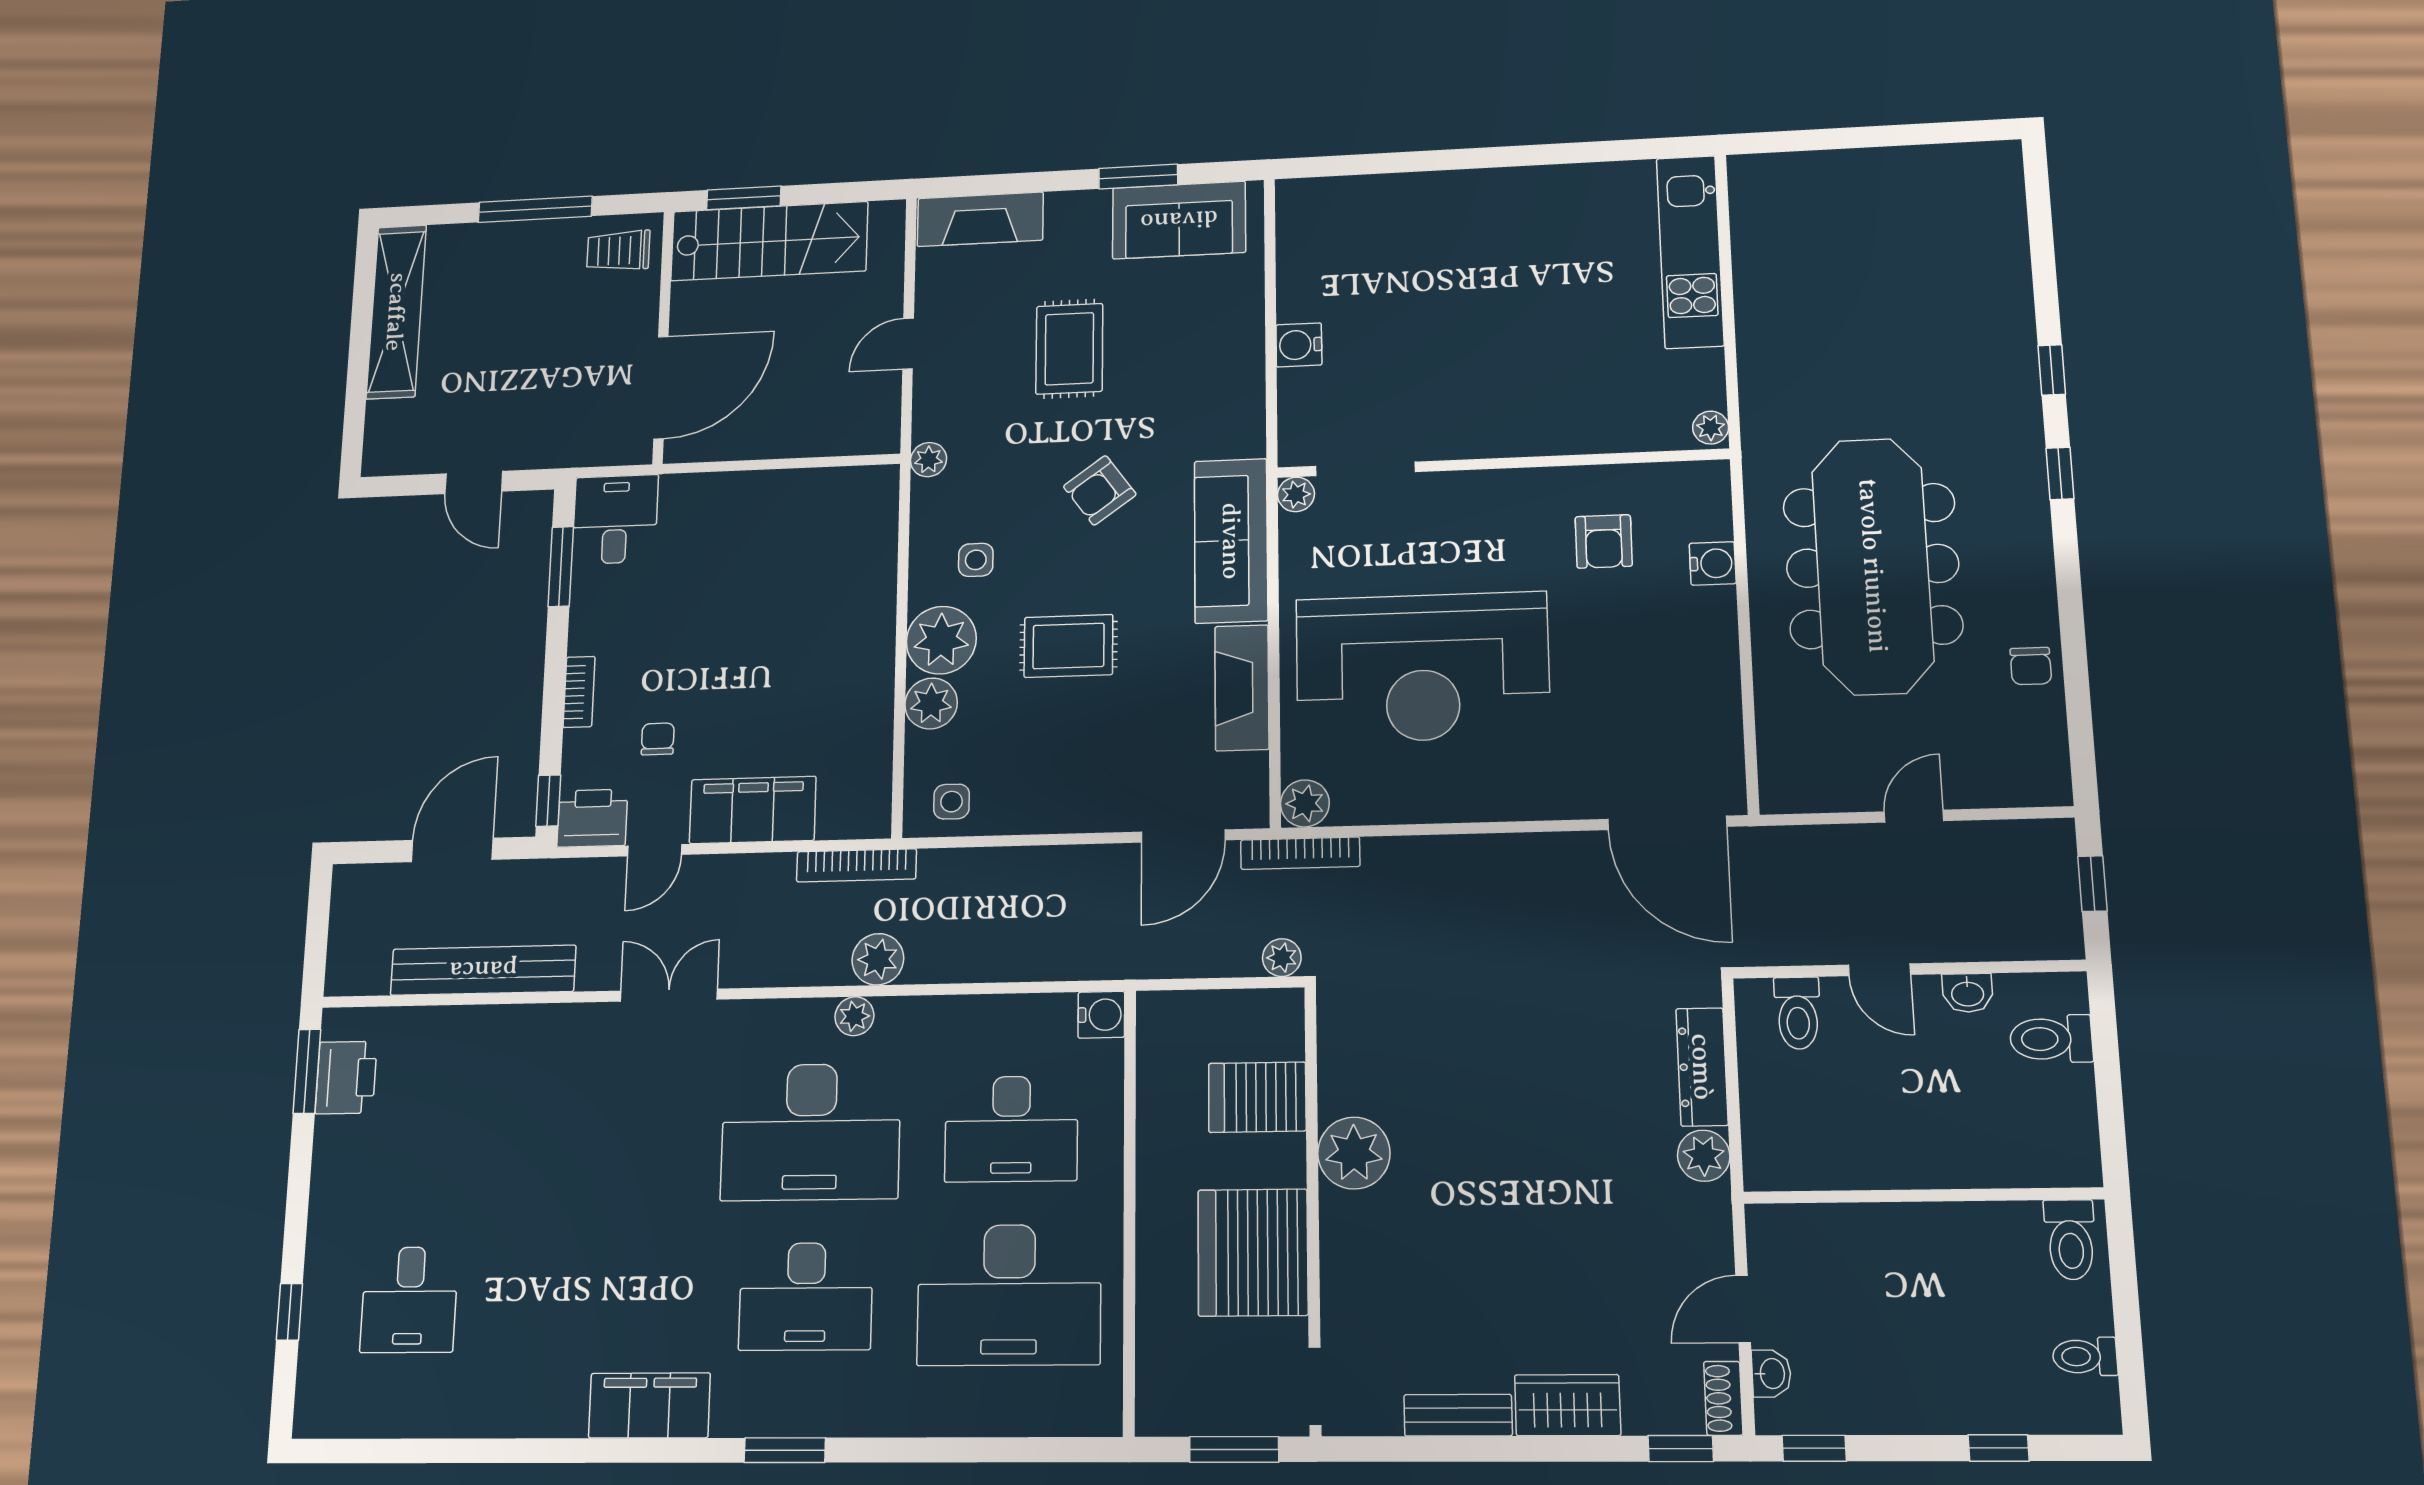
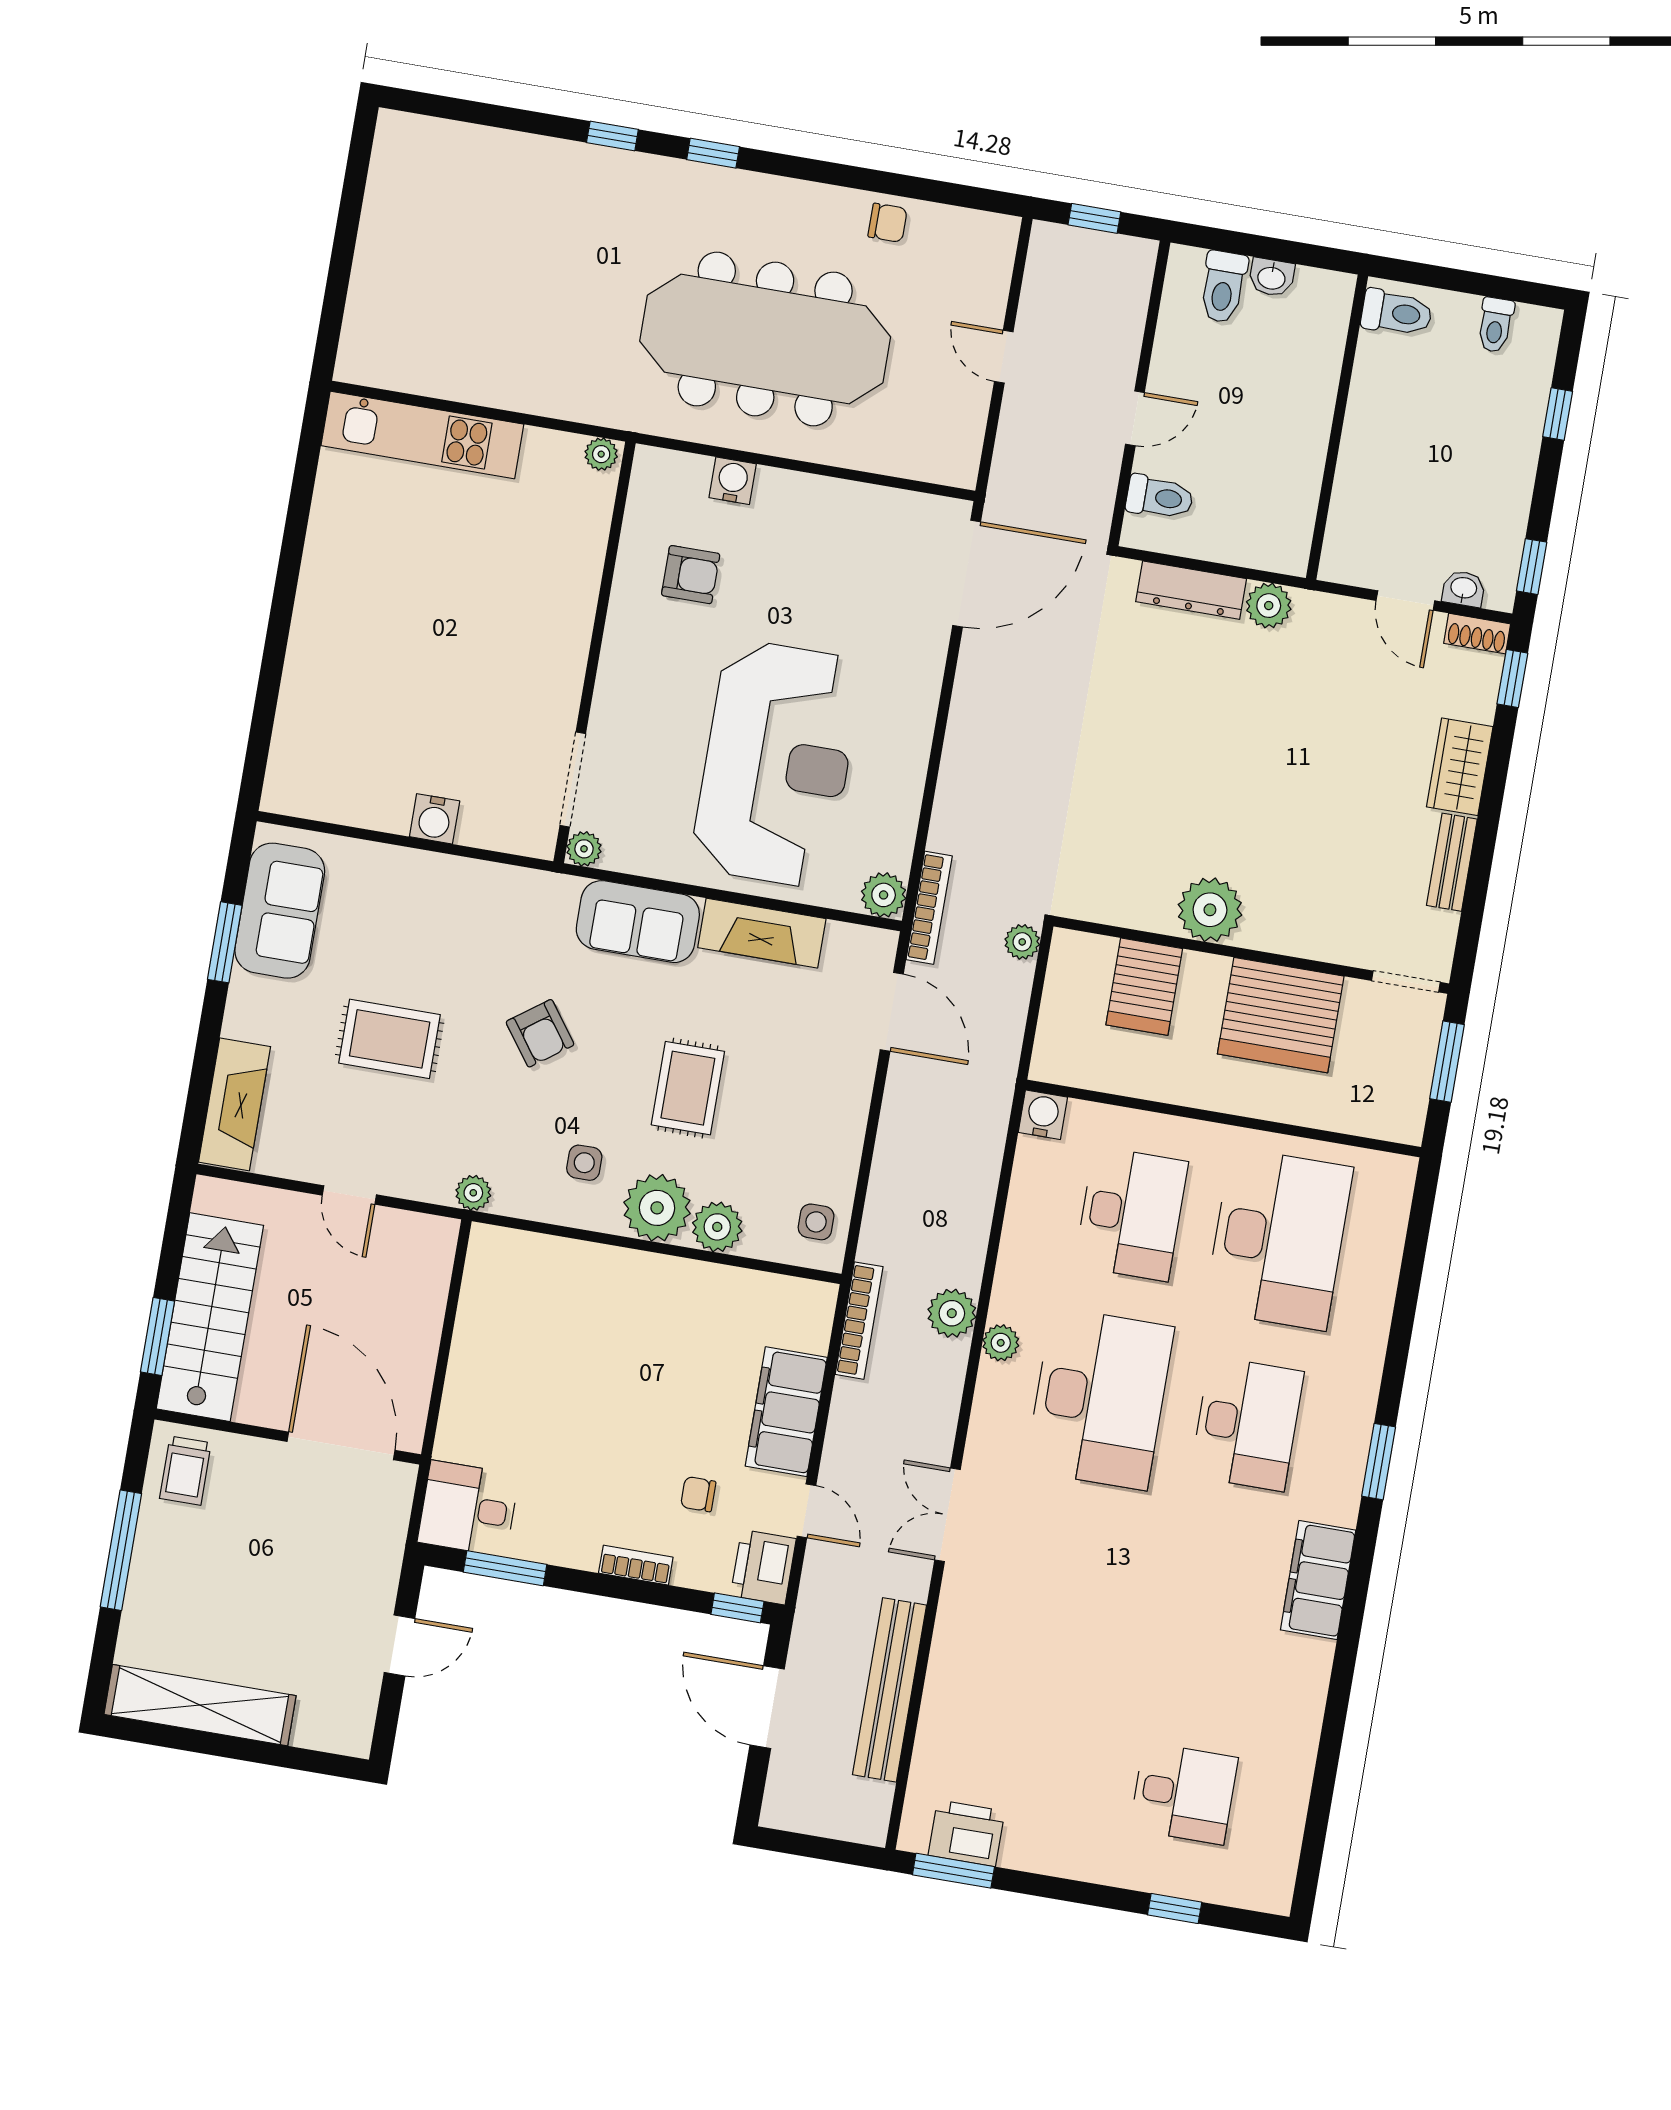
sofa: (1231, 541) -> (638, 922), width x0.73
washbasin: (1968, 993) -> (1272, 277), moved, turned 90

